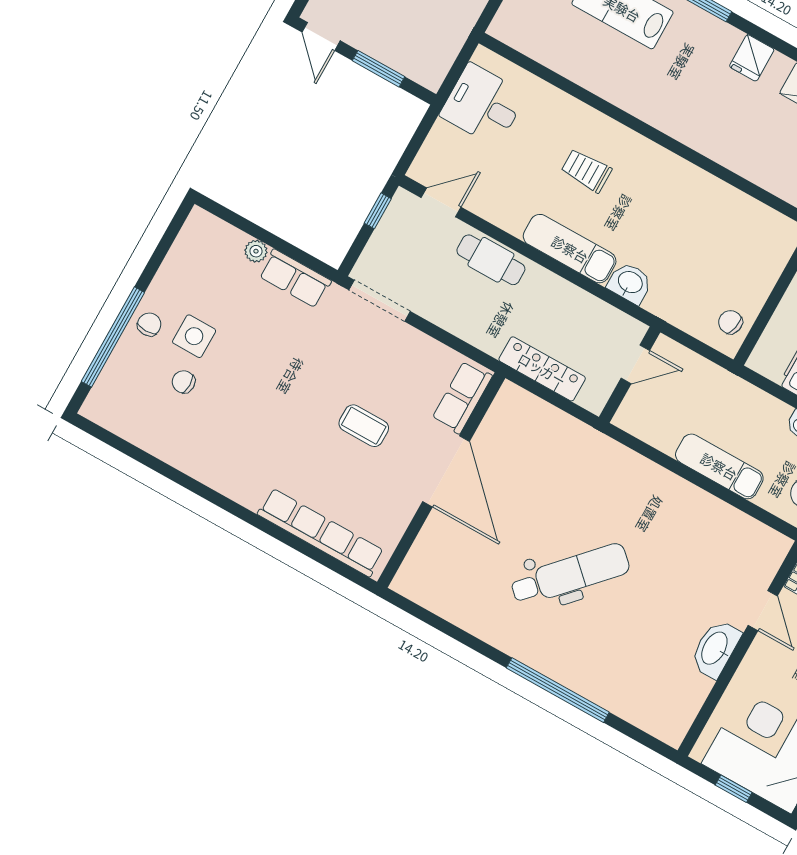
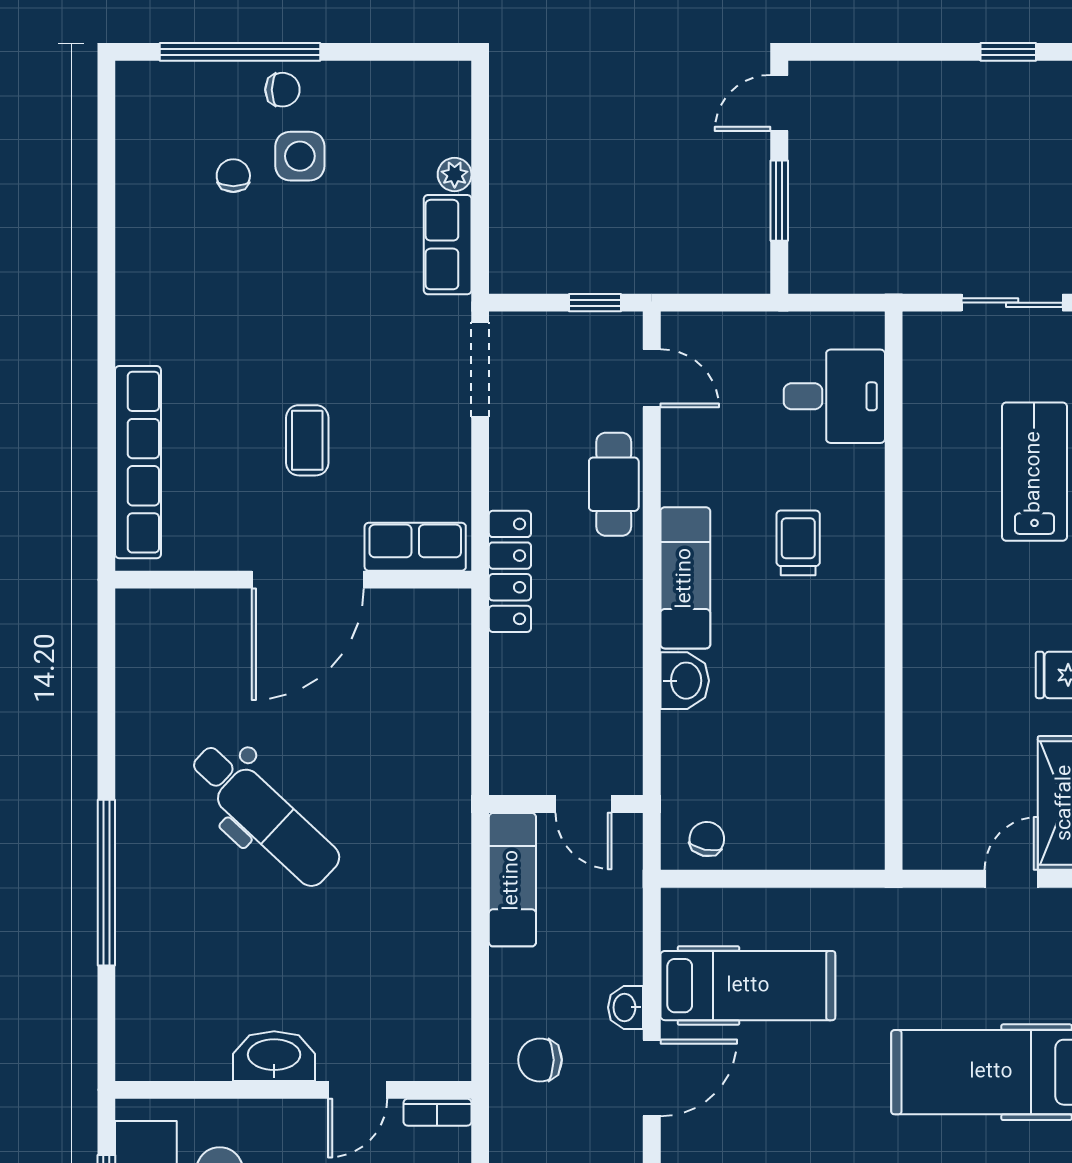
desk: (483, 105) -> (834, 396), moved, turned 90
door: (635, 364) -> (584, 804), moved
locker: (542, 369) -> (510, 571), moved
wall: (630, 375) -> (566, 804), moved
exam couch: (719, 466) -> (512, 880), moved

